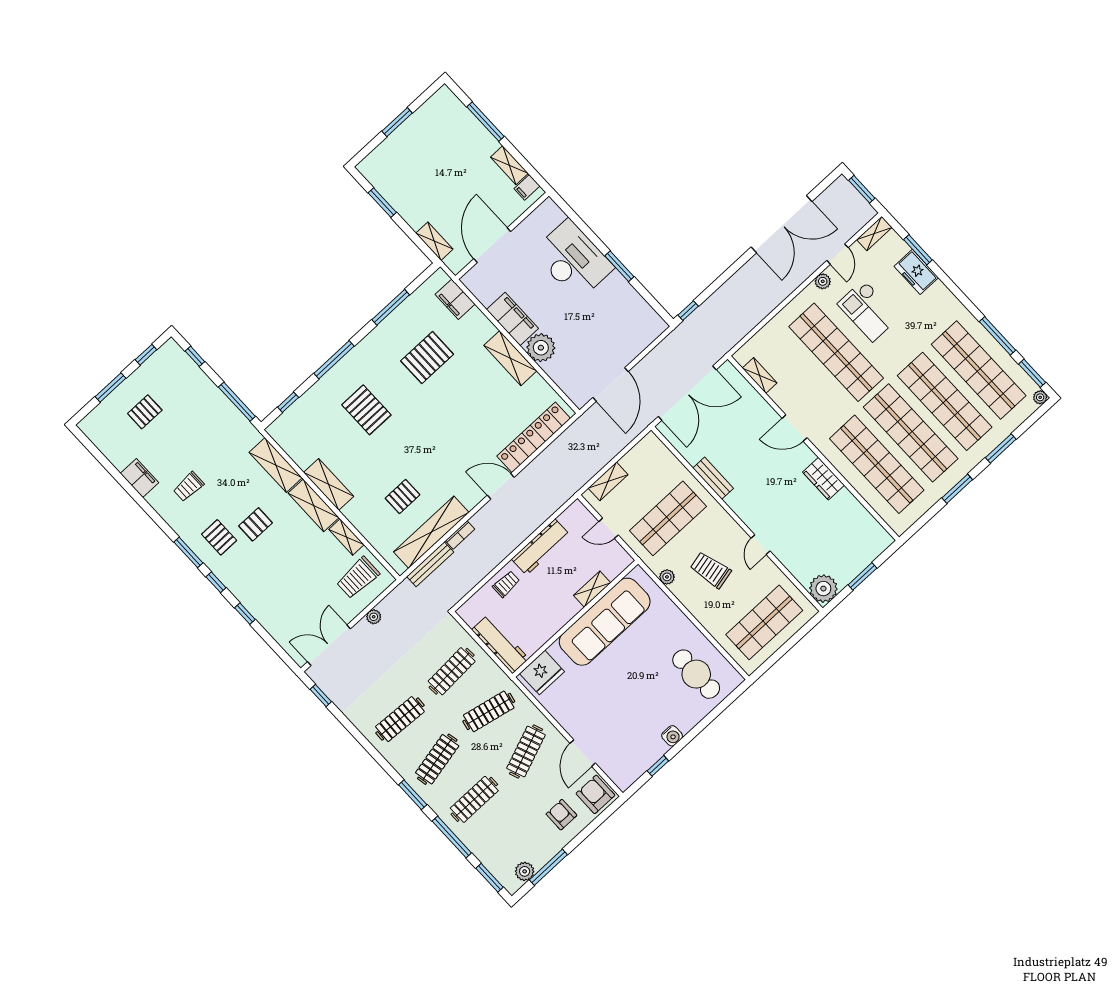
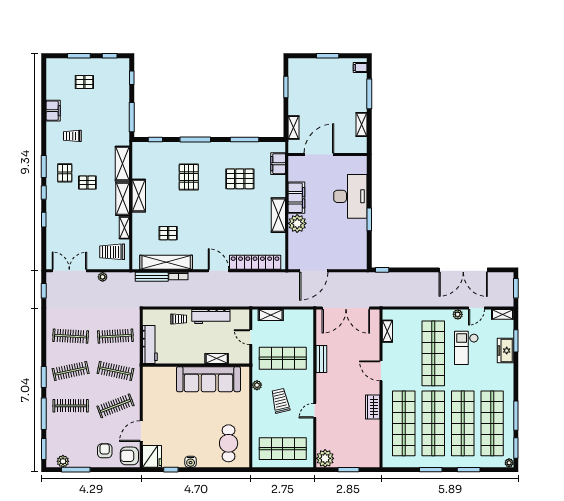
filing cabinet: (527, 187) -> (360, 68), moved
fridge: (542, 673) -> (152, 456), moved, turned -90
armchair: (595, 794) -> (129, 456), turned -90

